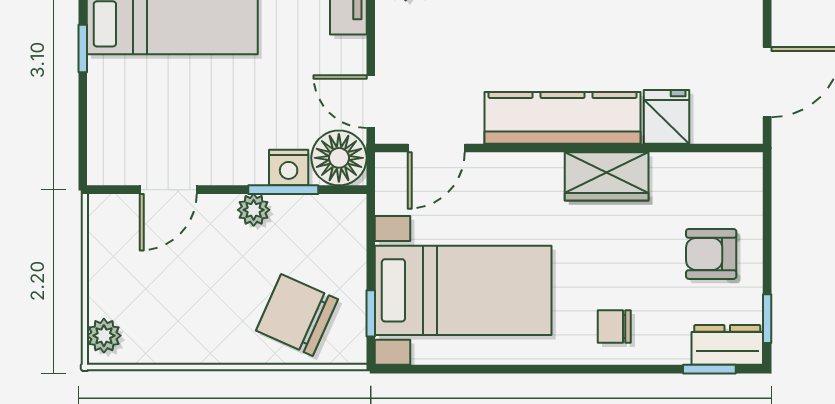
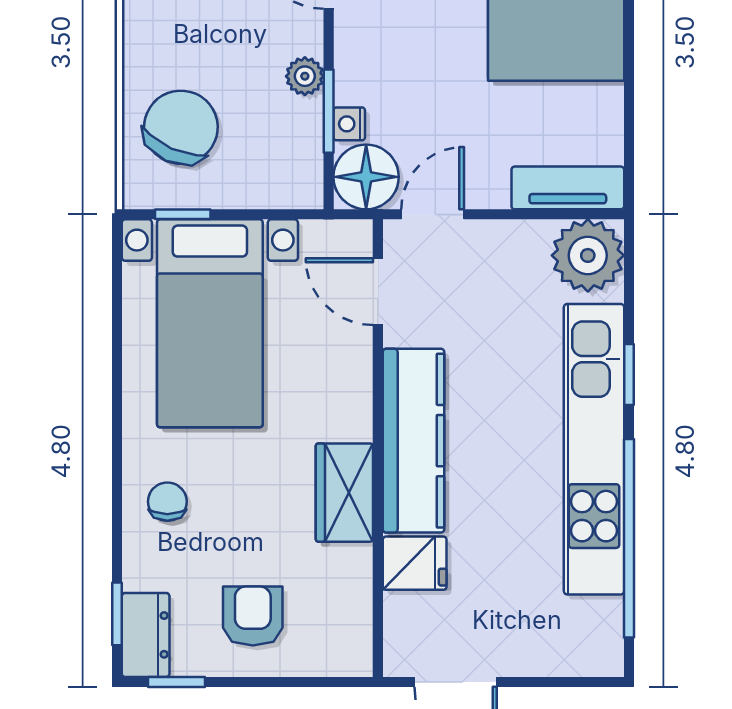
nightstand: (289, 168) -> (349, 124), width x0.72, depth x0.74

